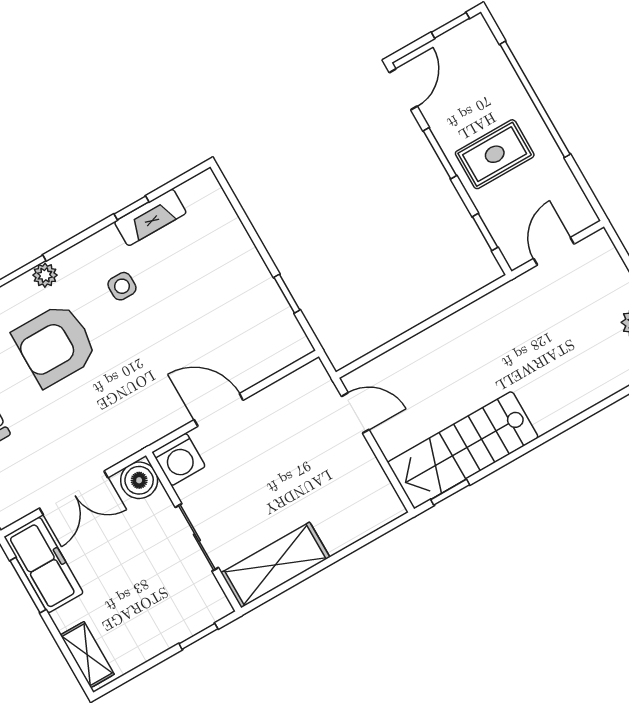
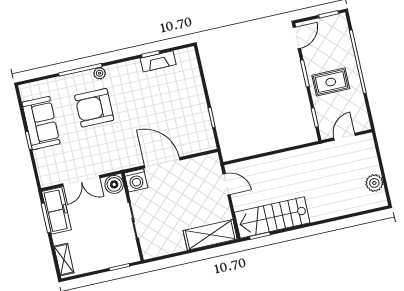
side table: (122, 286) -> (135, 90), removed
door: (219, 410) -> (162, 163), width x1.36
shelving: (275, 565) -> (210, 235), moved

